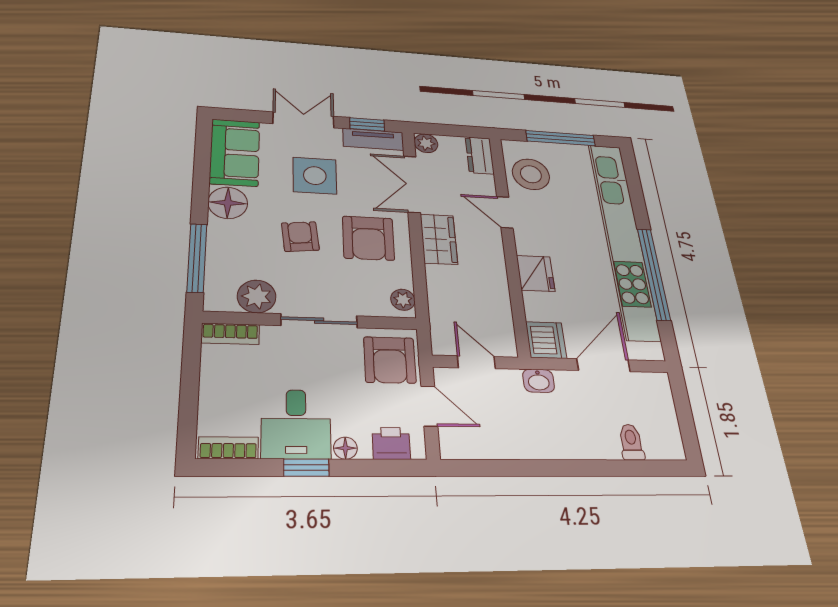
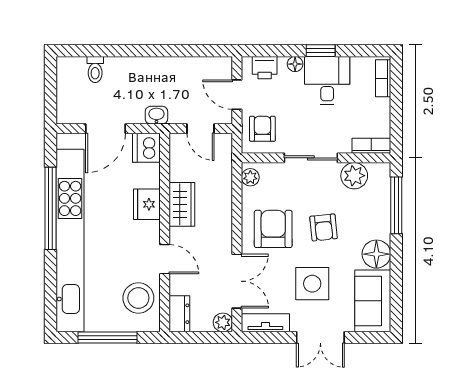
window: (367, 124) -> (270, 338), removed
wardrobe: (439, 239) -> (182, 204), moved, turned 180
armchair: (390, 360) -> (262, 129), width x0.72, depth x0.72
bookcase: (228, 448) -> (383, 78), moved, turned 90

